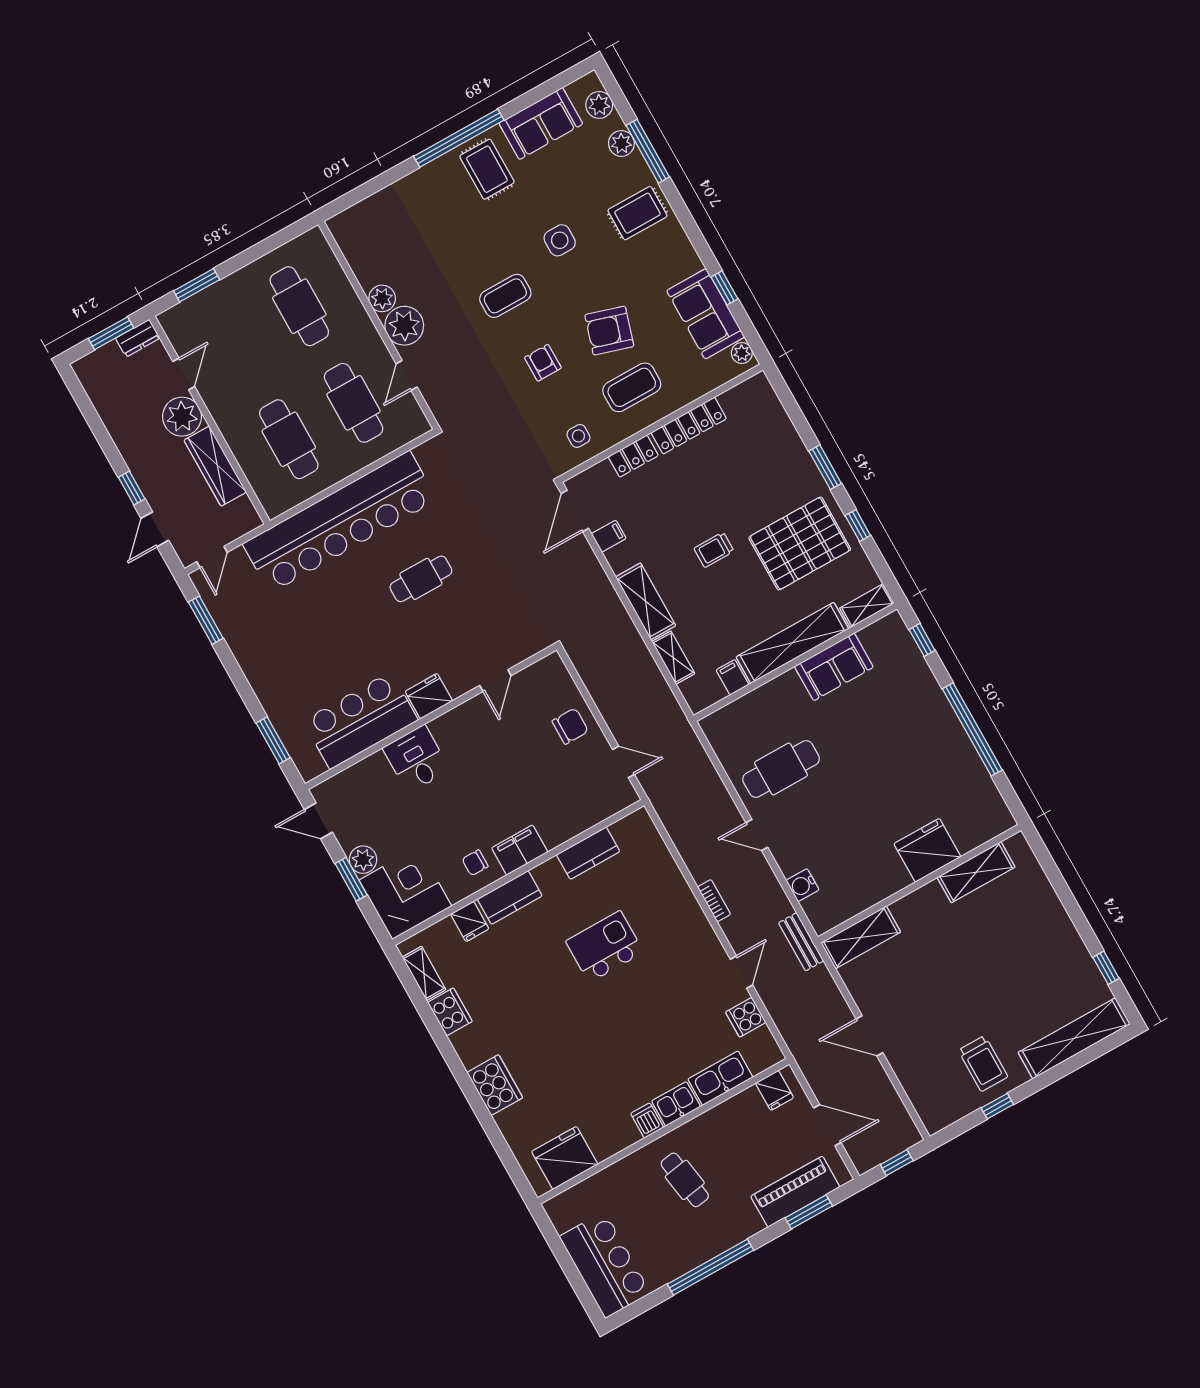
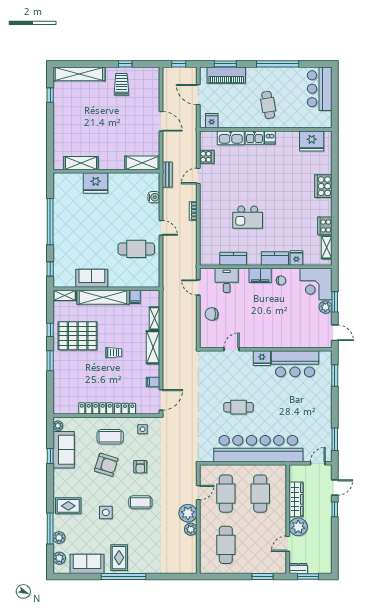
desk: (416, 759) -> (227, 280), moved, turned 180

